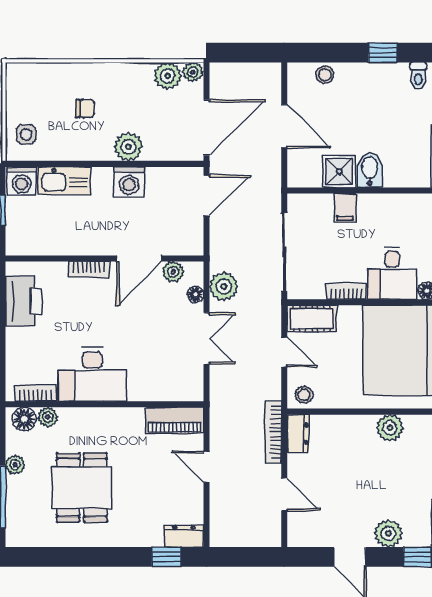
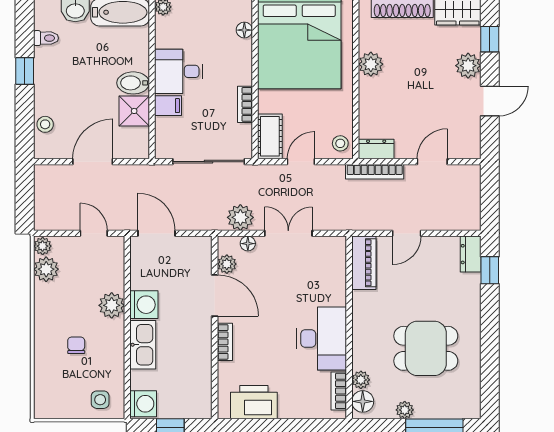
door: (207, 128) -> (94, 233), width x0.53
kitchen sink: (64, 181) -> (143, 345), moved
desk: (392, 273) -> (179, 71), moved, turned 180

